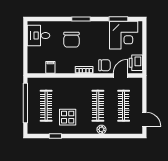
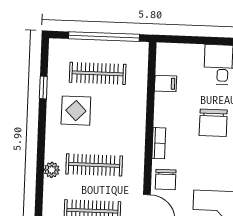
chair: (71, 40) -> (213, 123), turned -90

